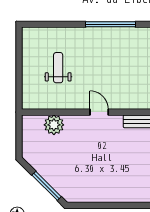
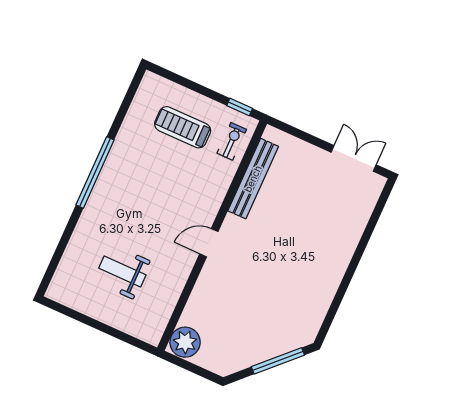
plant: (54, 125) -> (185, 342), moved

